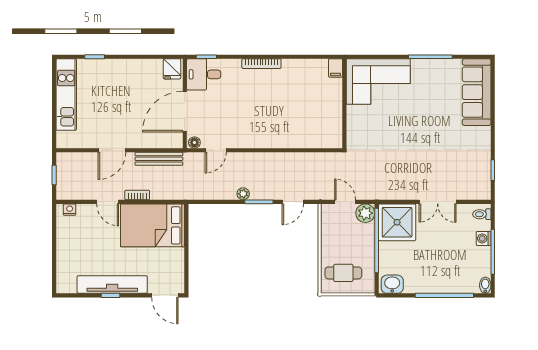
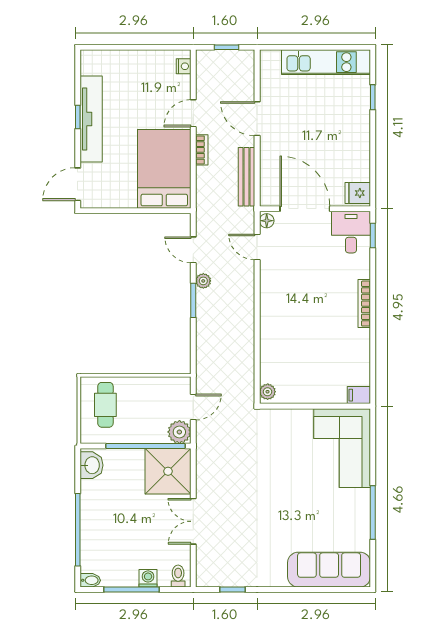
plant: (333, 142) -> (268, 392), added
door: (293, 202) -> (193, 250), moved

